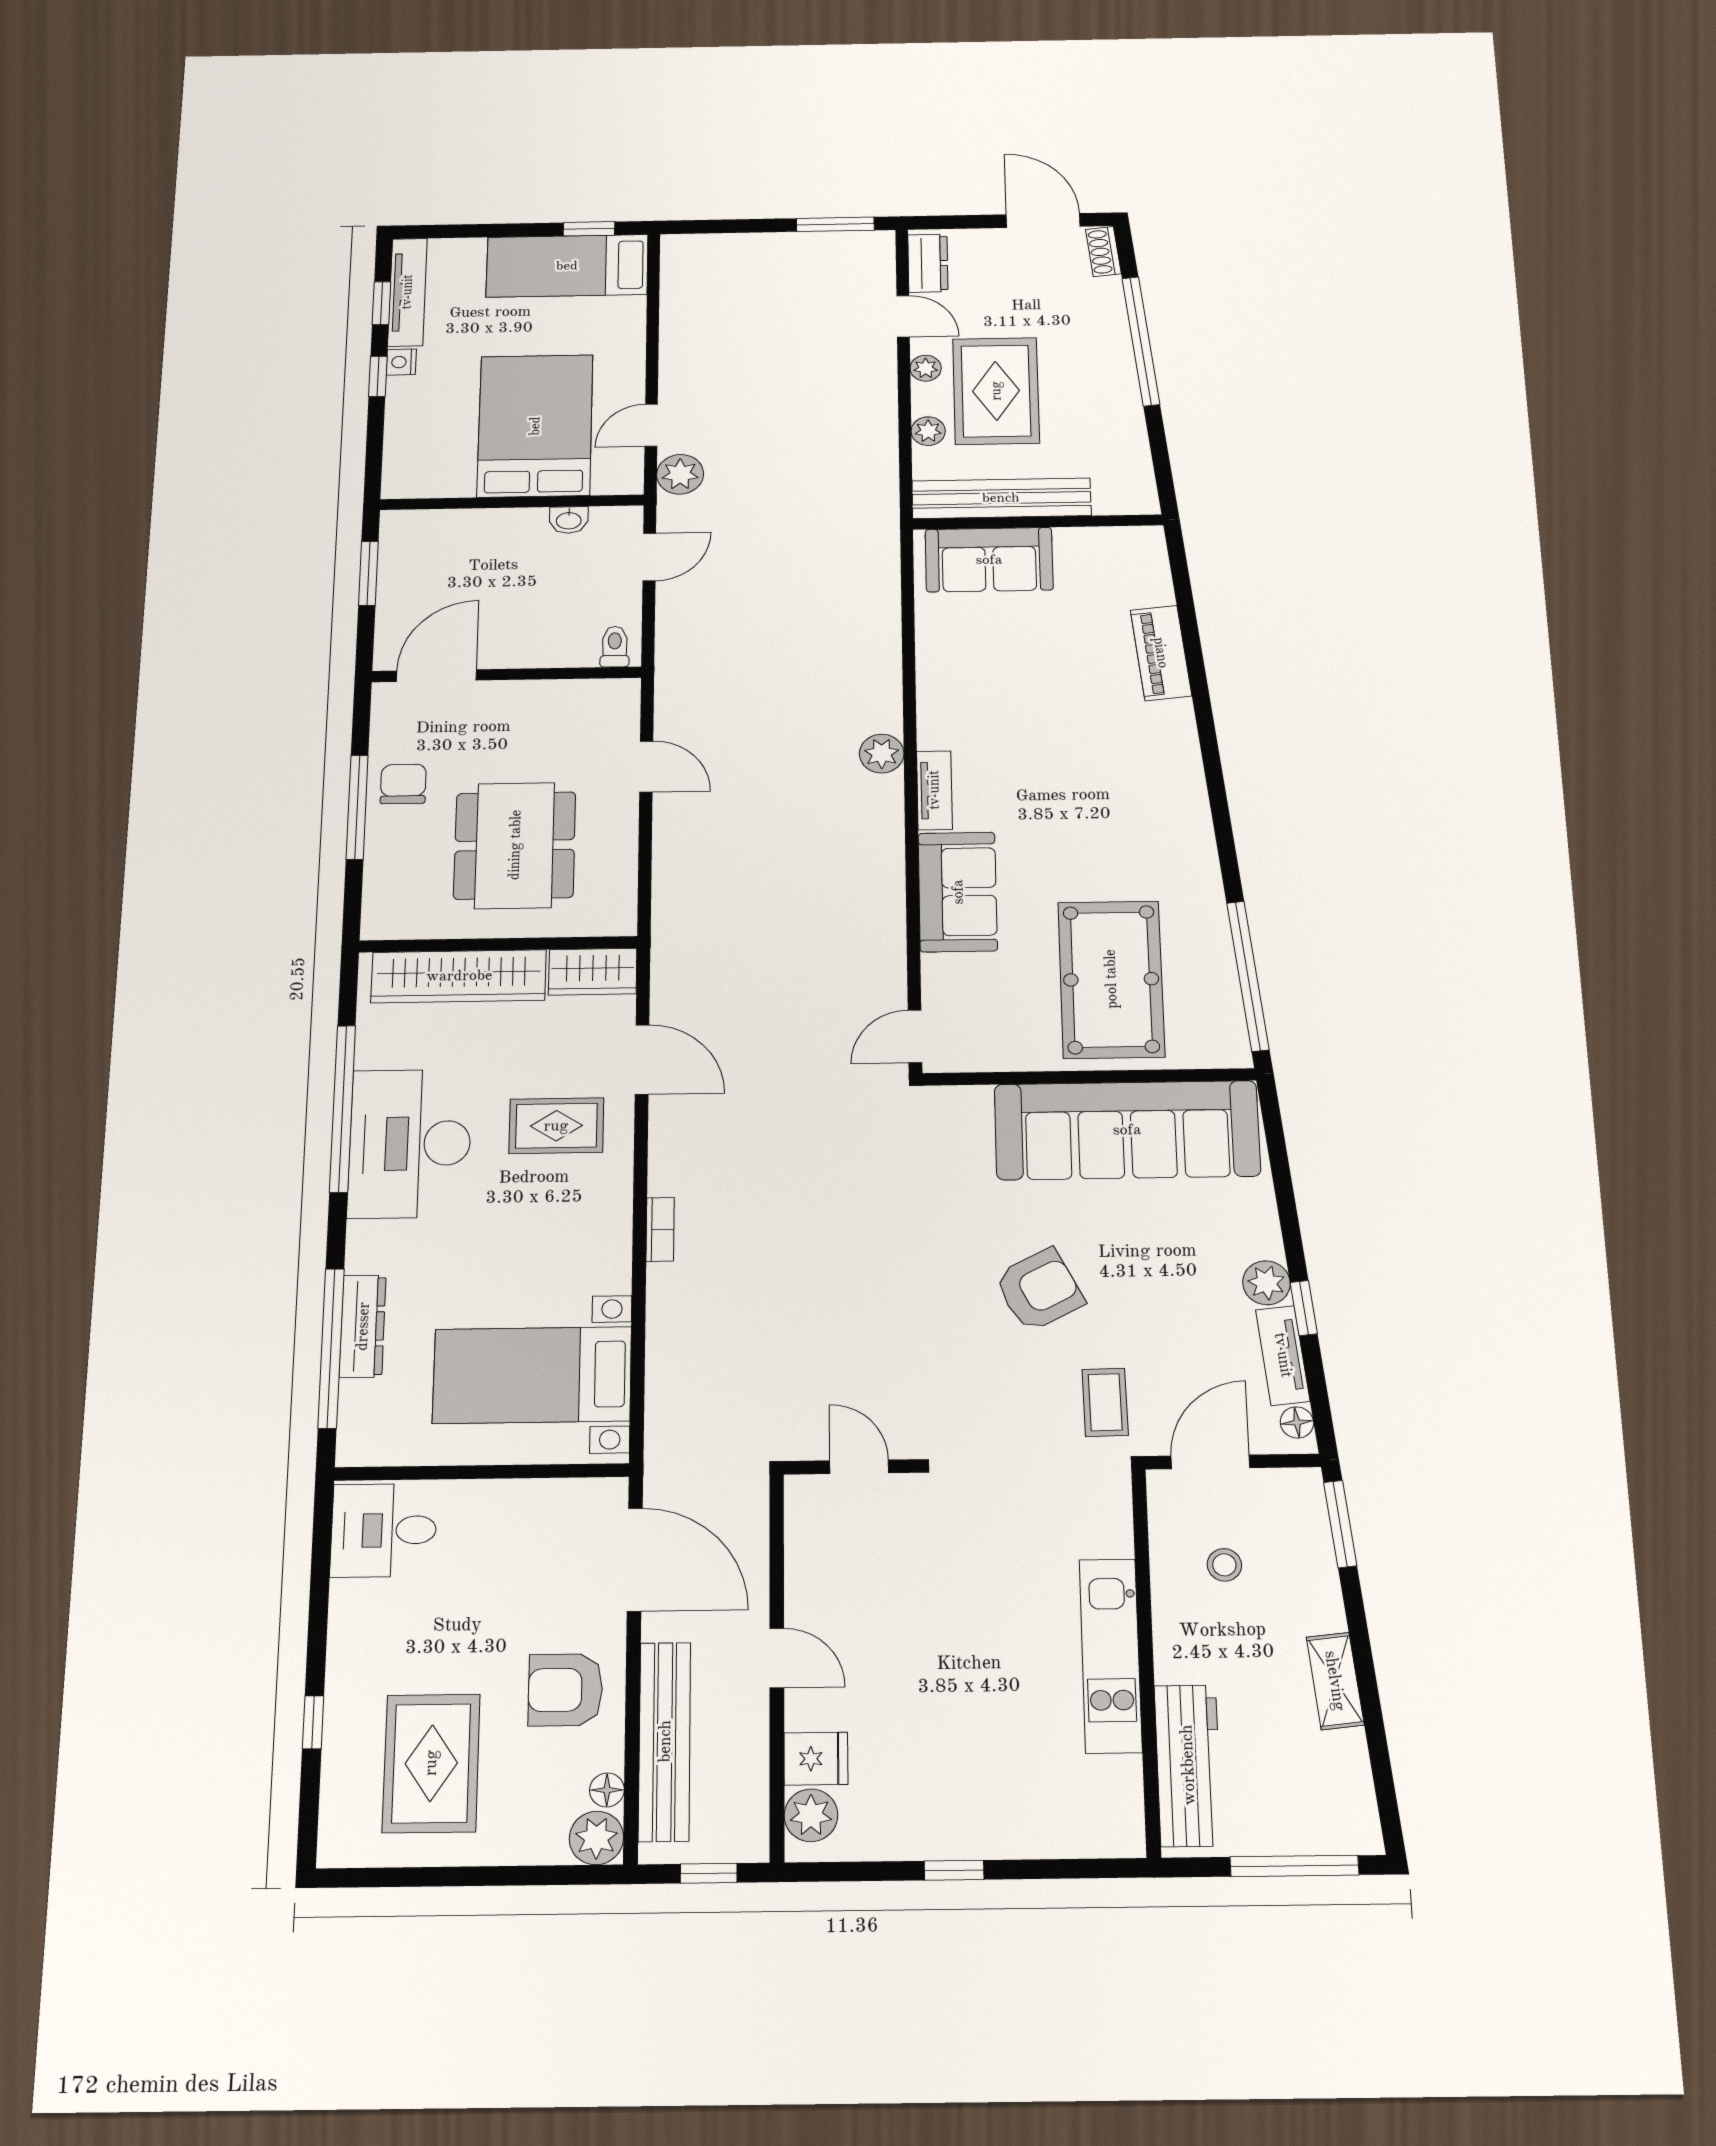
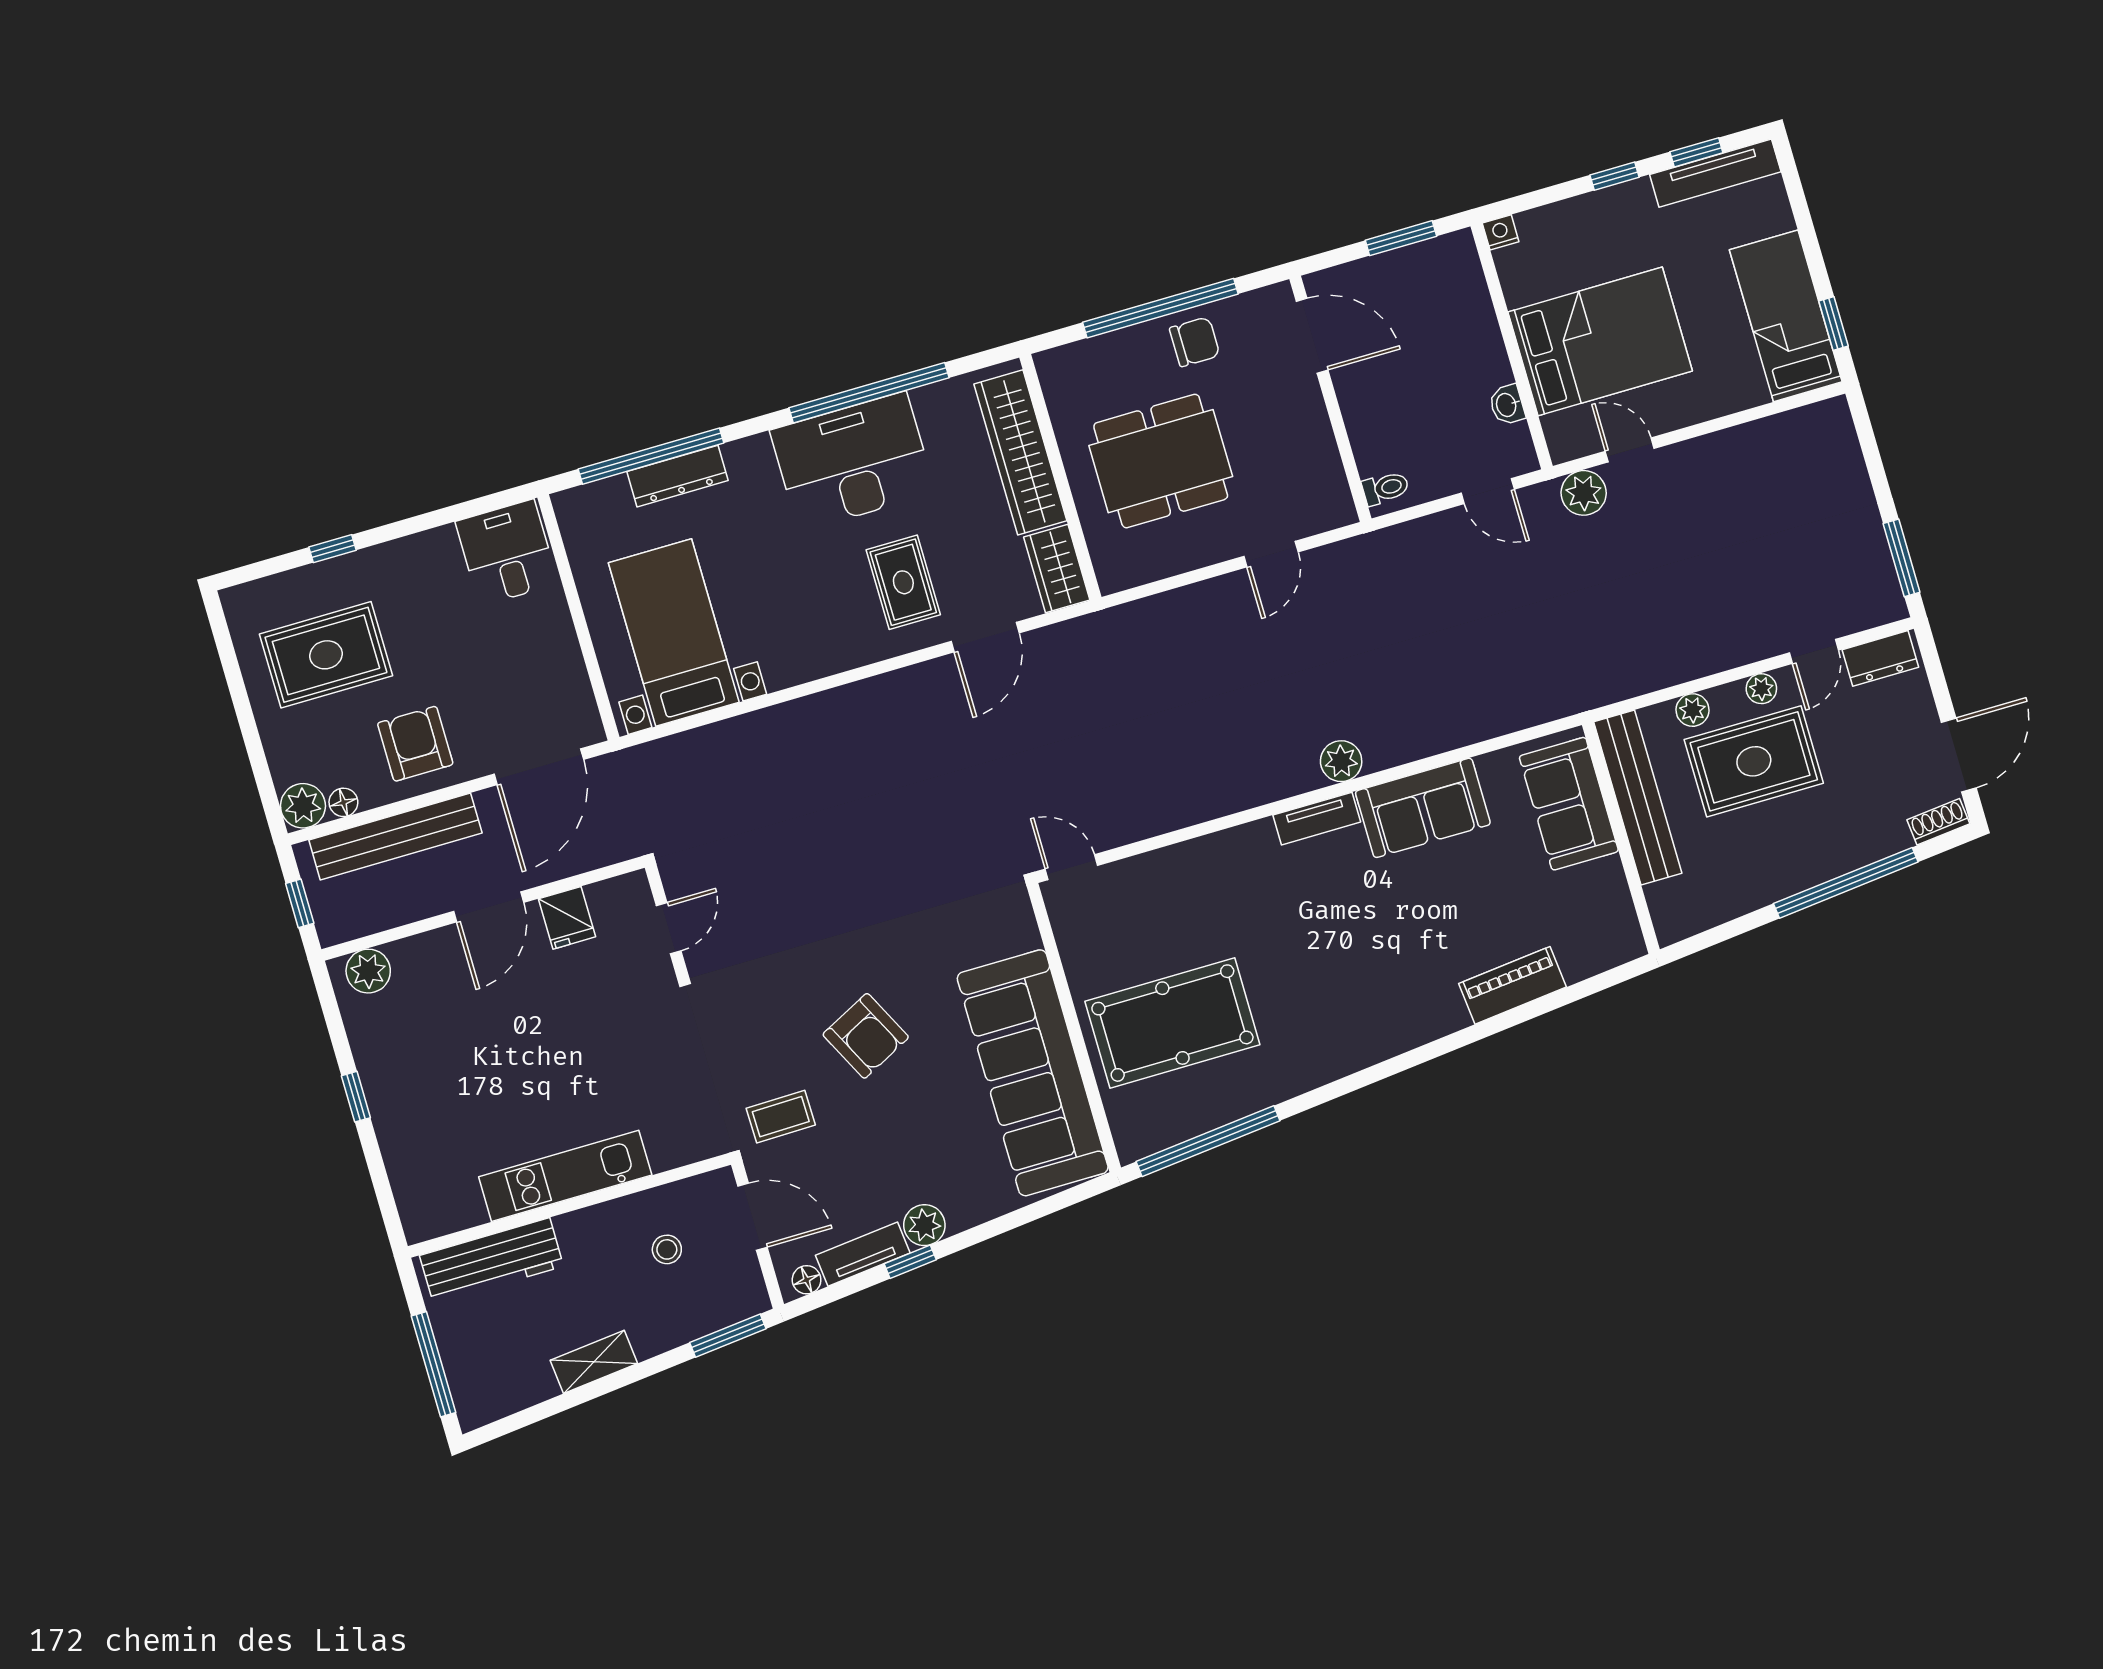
nightstand: (401, 362) -> (1501, 232), moved
window: (357, 807) -> (1160, 308), width x1.46
sofa: (958, 892) -> (1423, 808), moved
bookcase: (660, 1229) -> (833, 700), removed
door: (777, 1658) -> (489, 907), width x1.38
fridge: (816, 1759) -> (567, 918), moved

